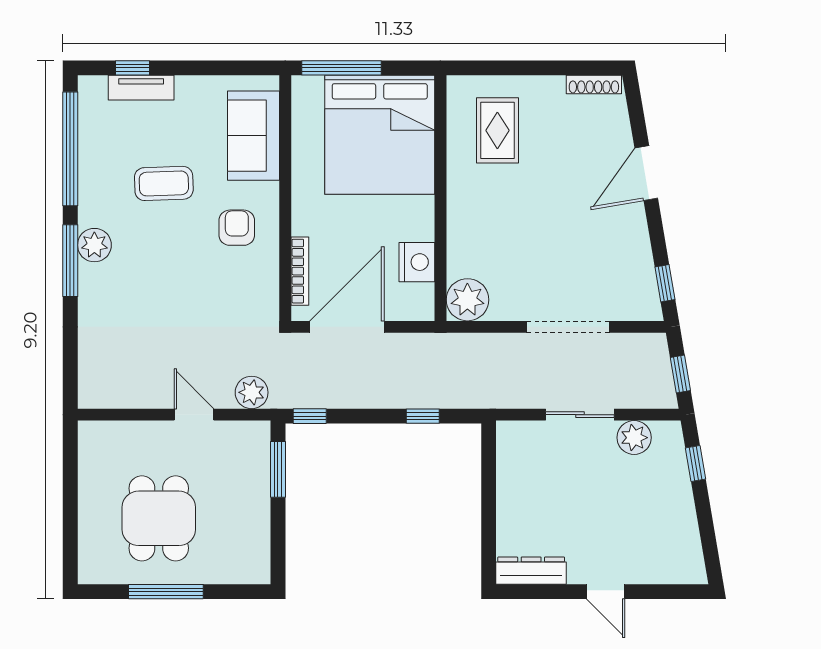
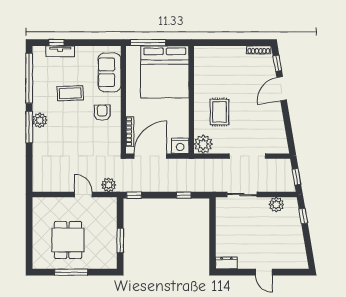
rug: (497, 130) -> (220, 112), moved
nightstand: (417, 262) -> (180, 146), moved, turned 90
window: (665, 283) -> (277, 63), moved
sliding door: (580, 415) -> (242, 195), moved
window: (278, 469) -> (120, 240), moved
dresser: (531, 571) -> (226, 263), width x0.70

